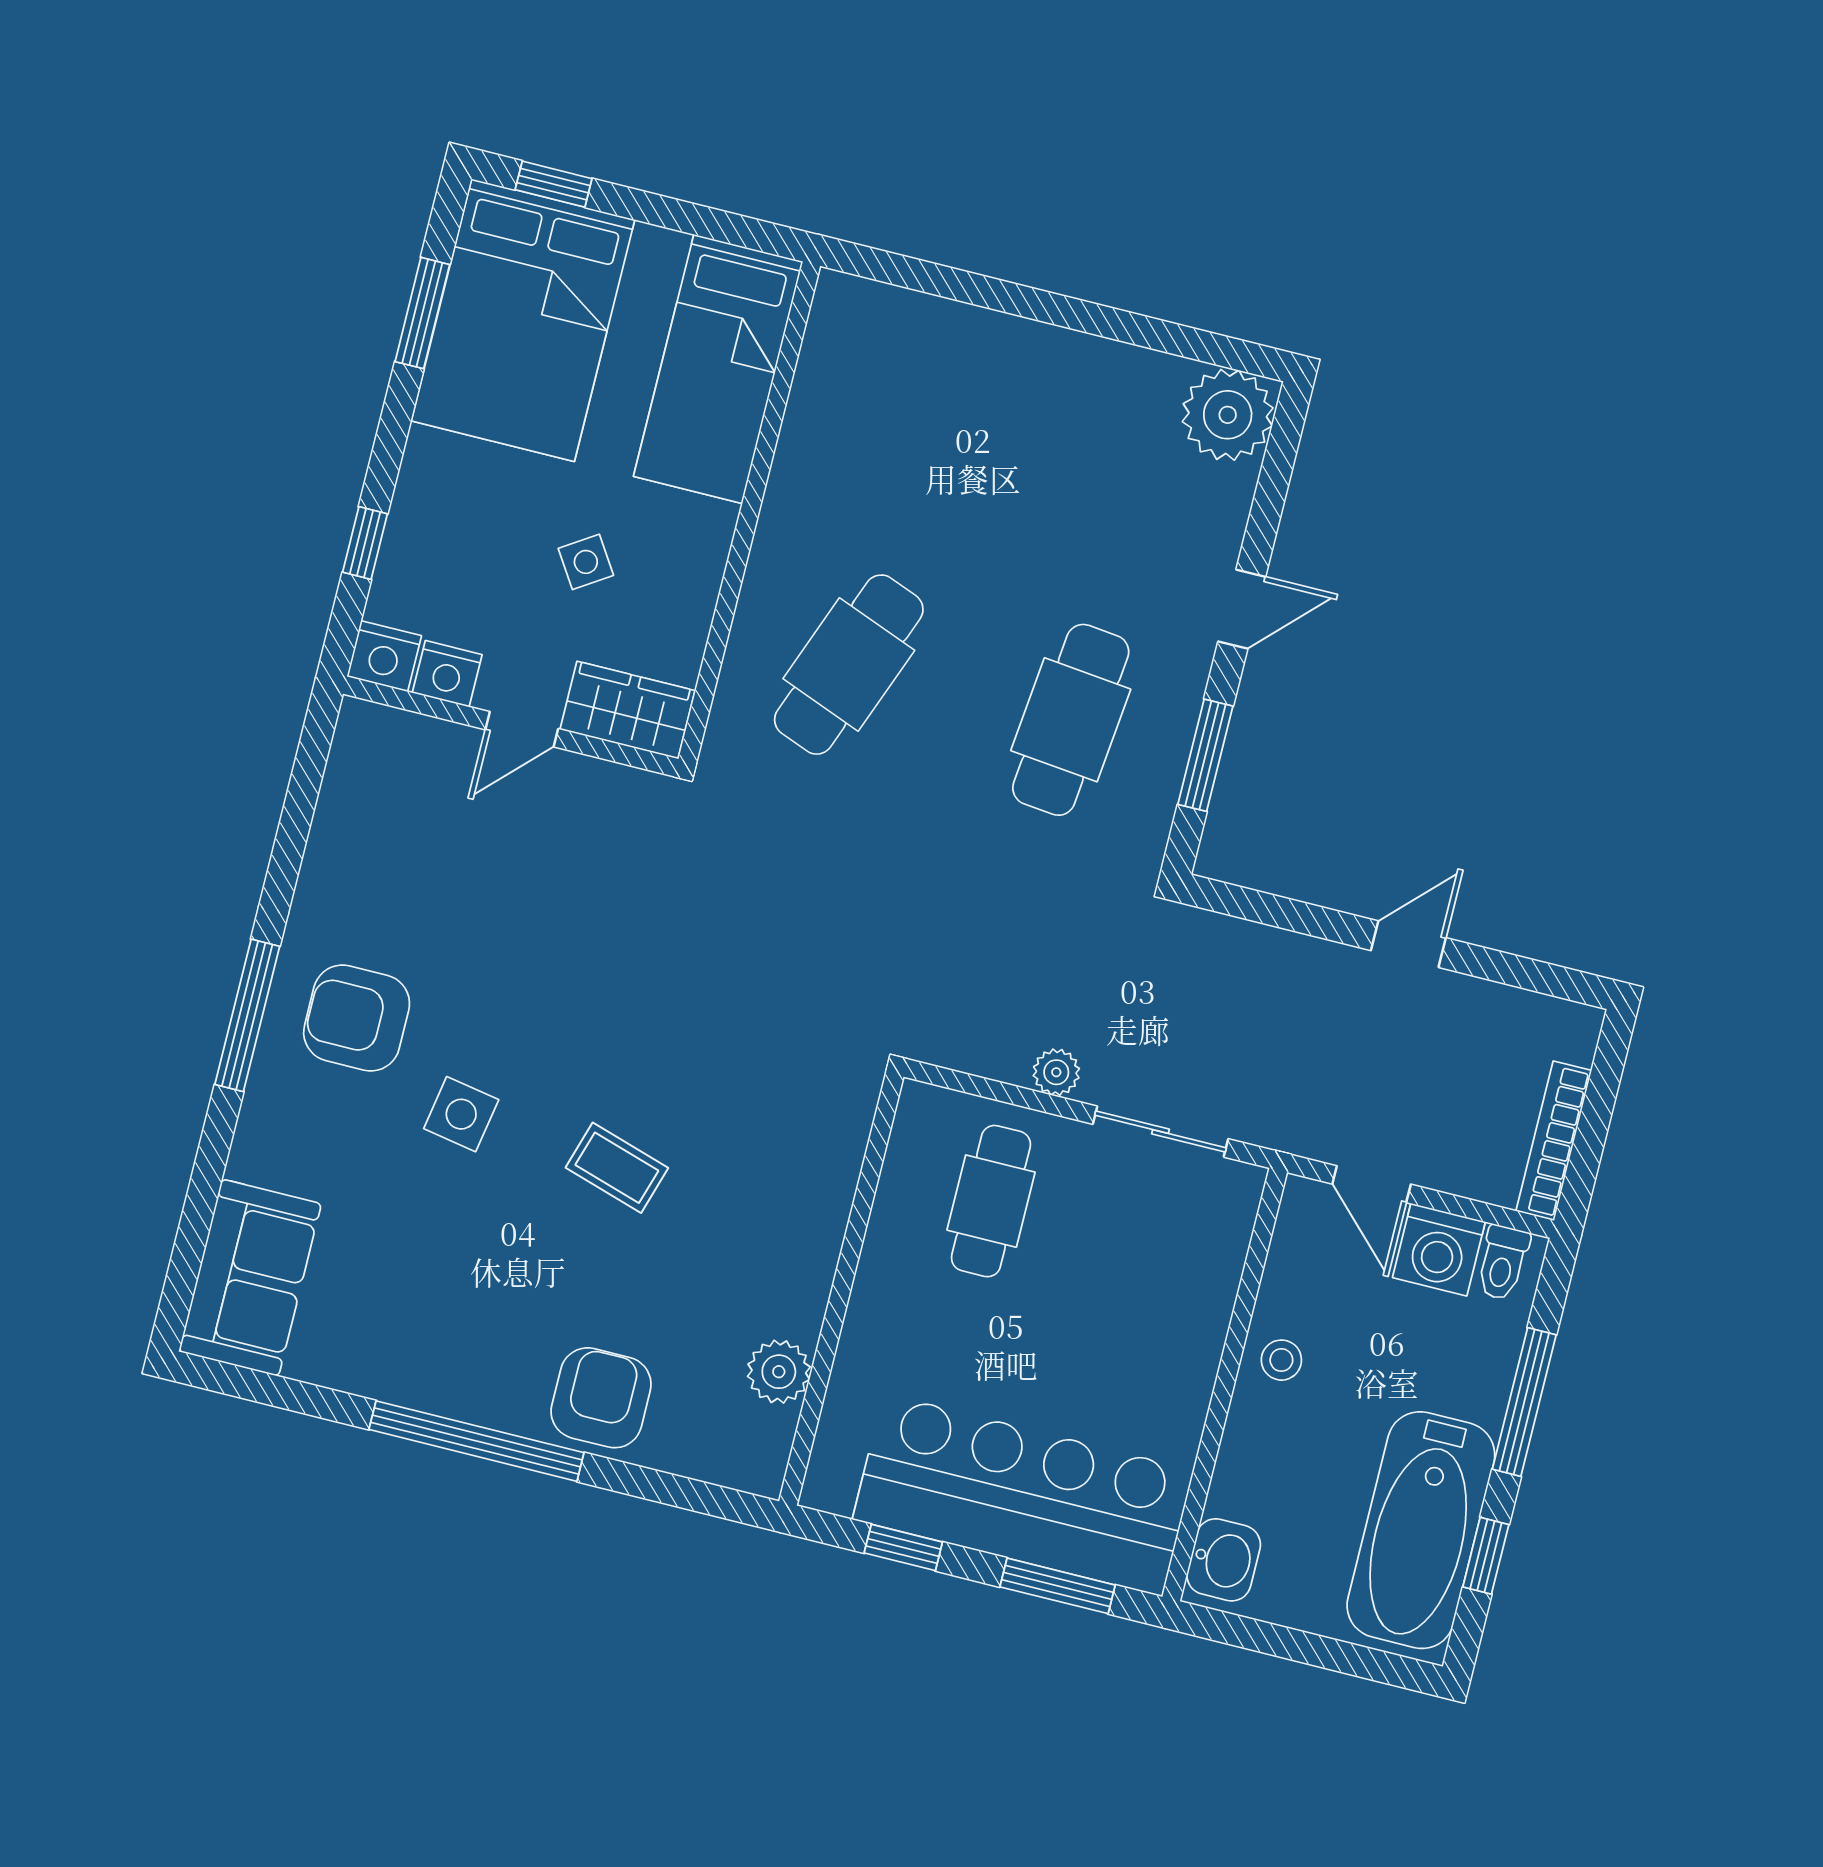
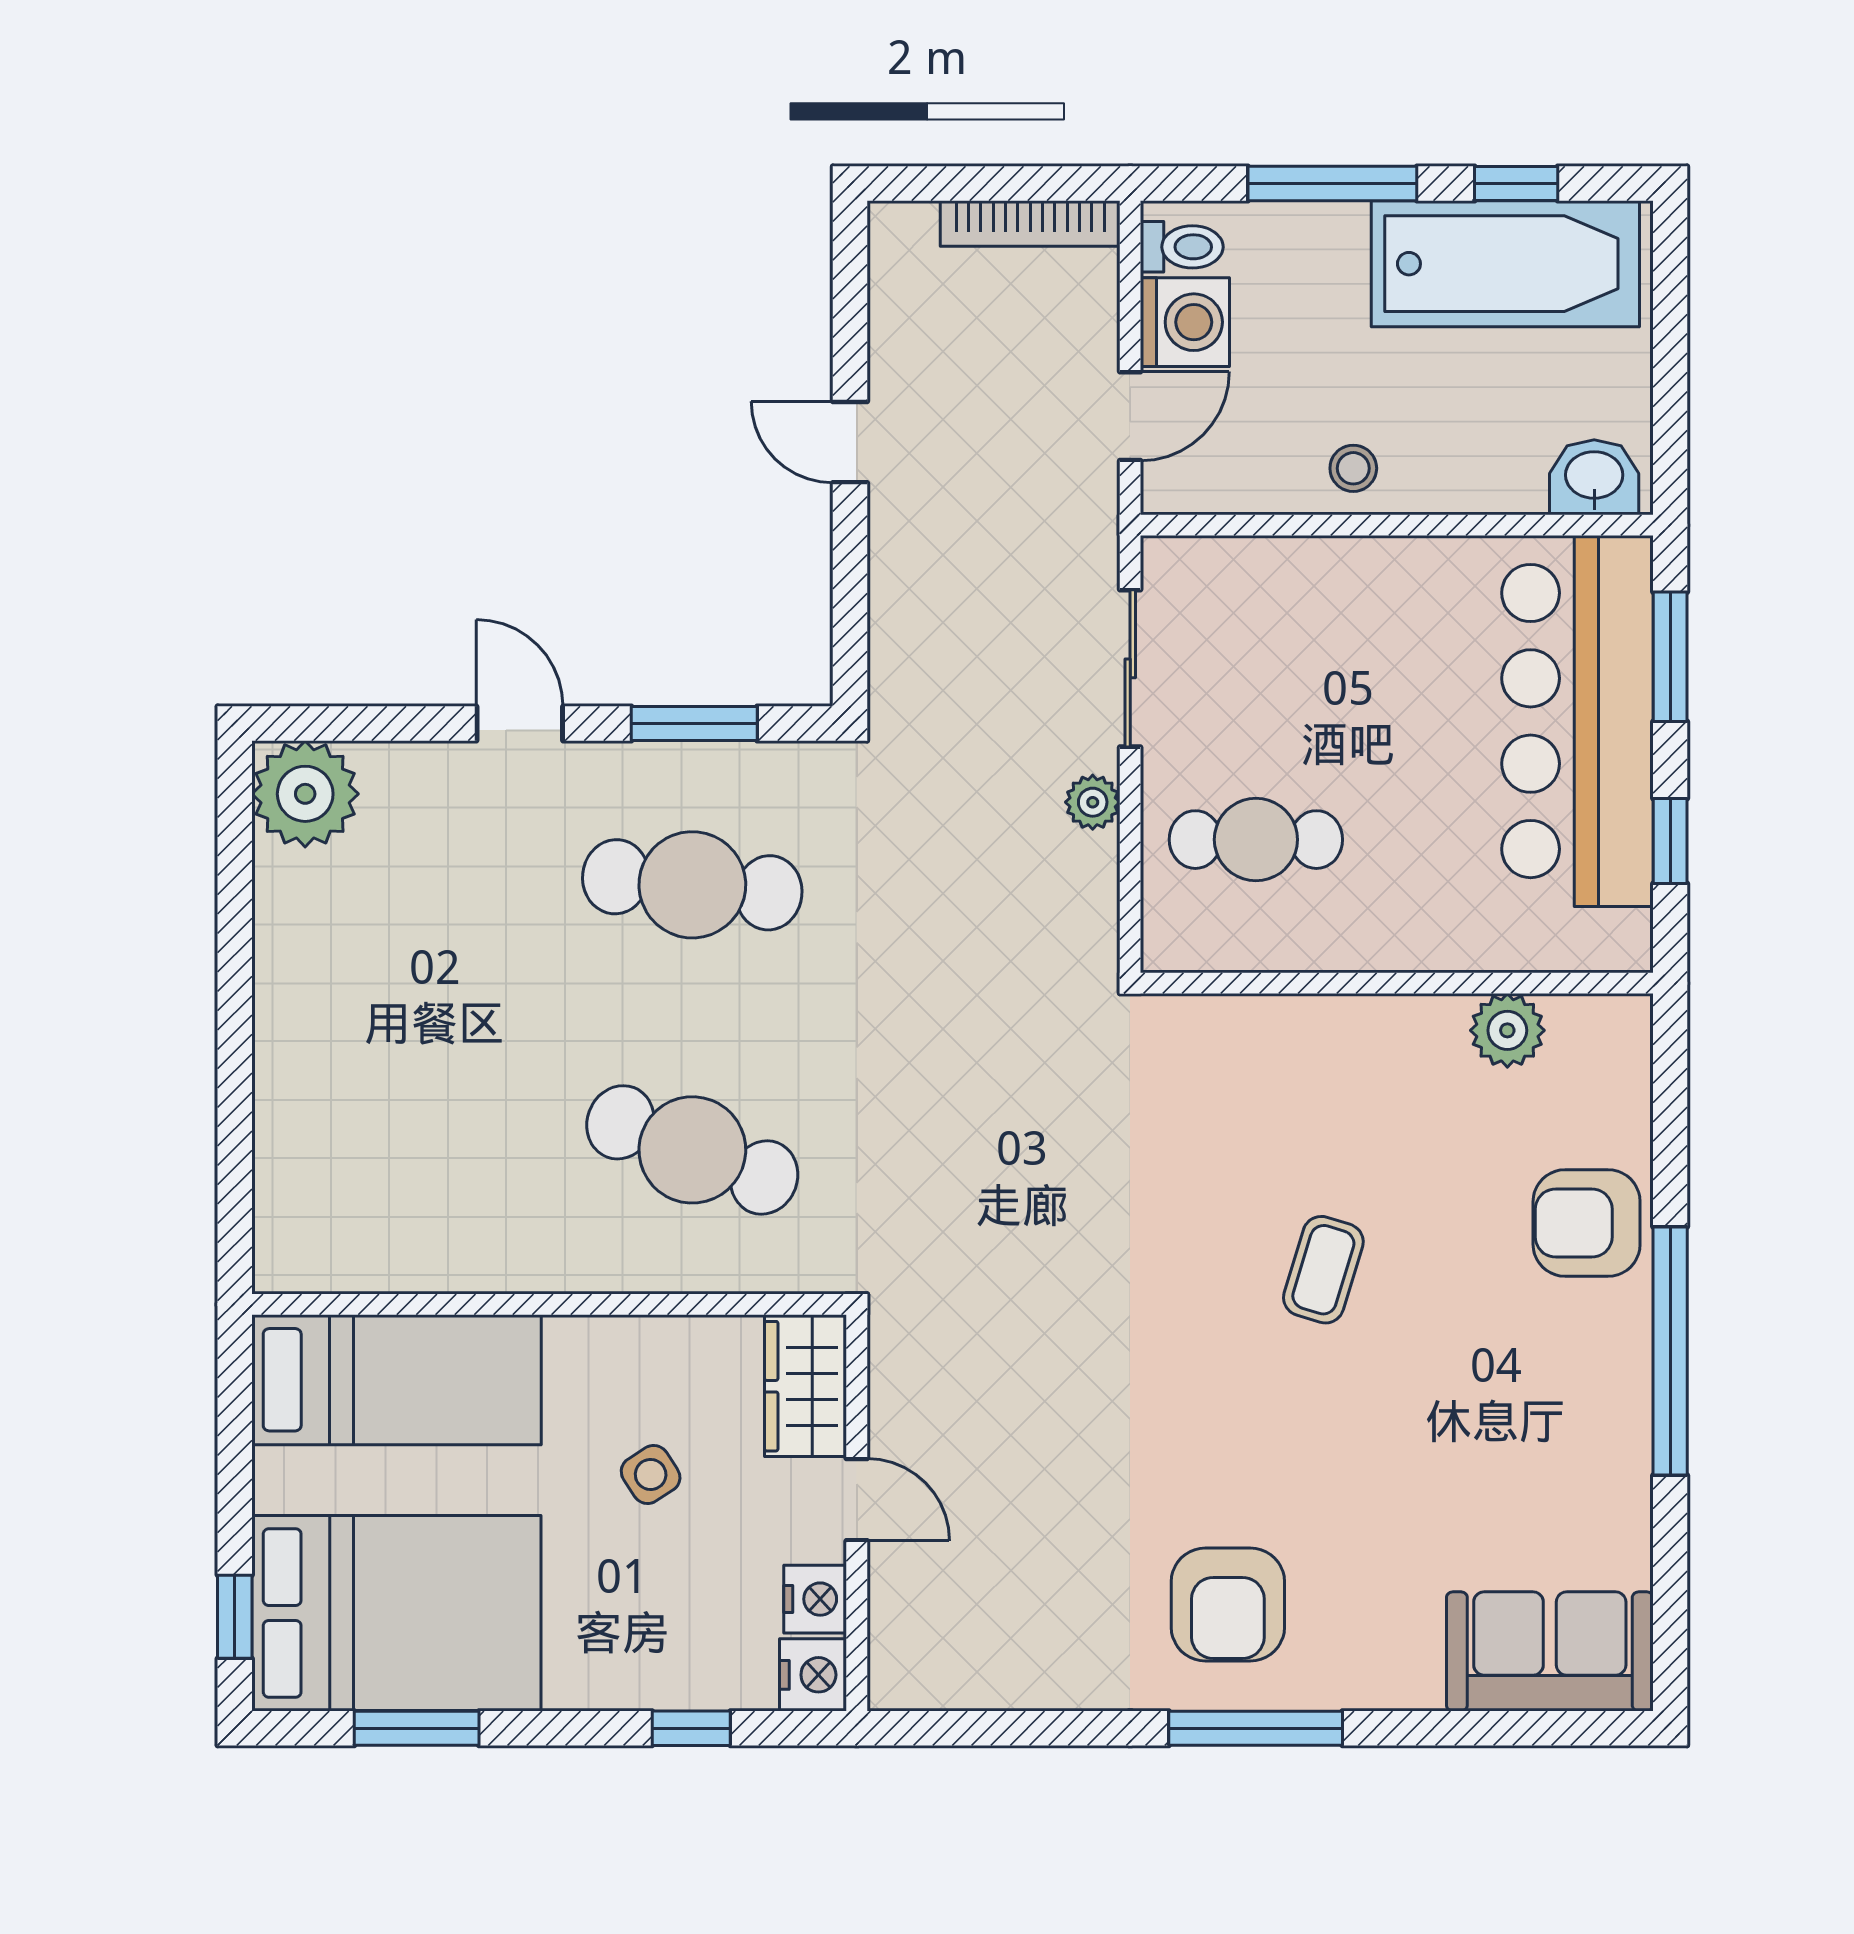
side table: (461, 1114) -> (1307, 1460), removed

